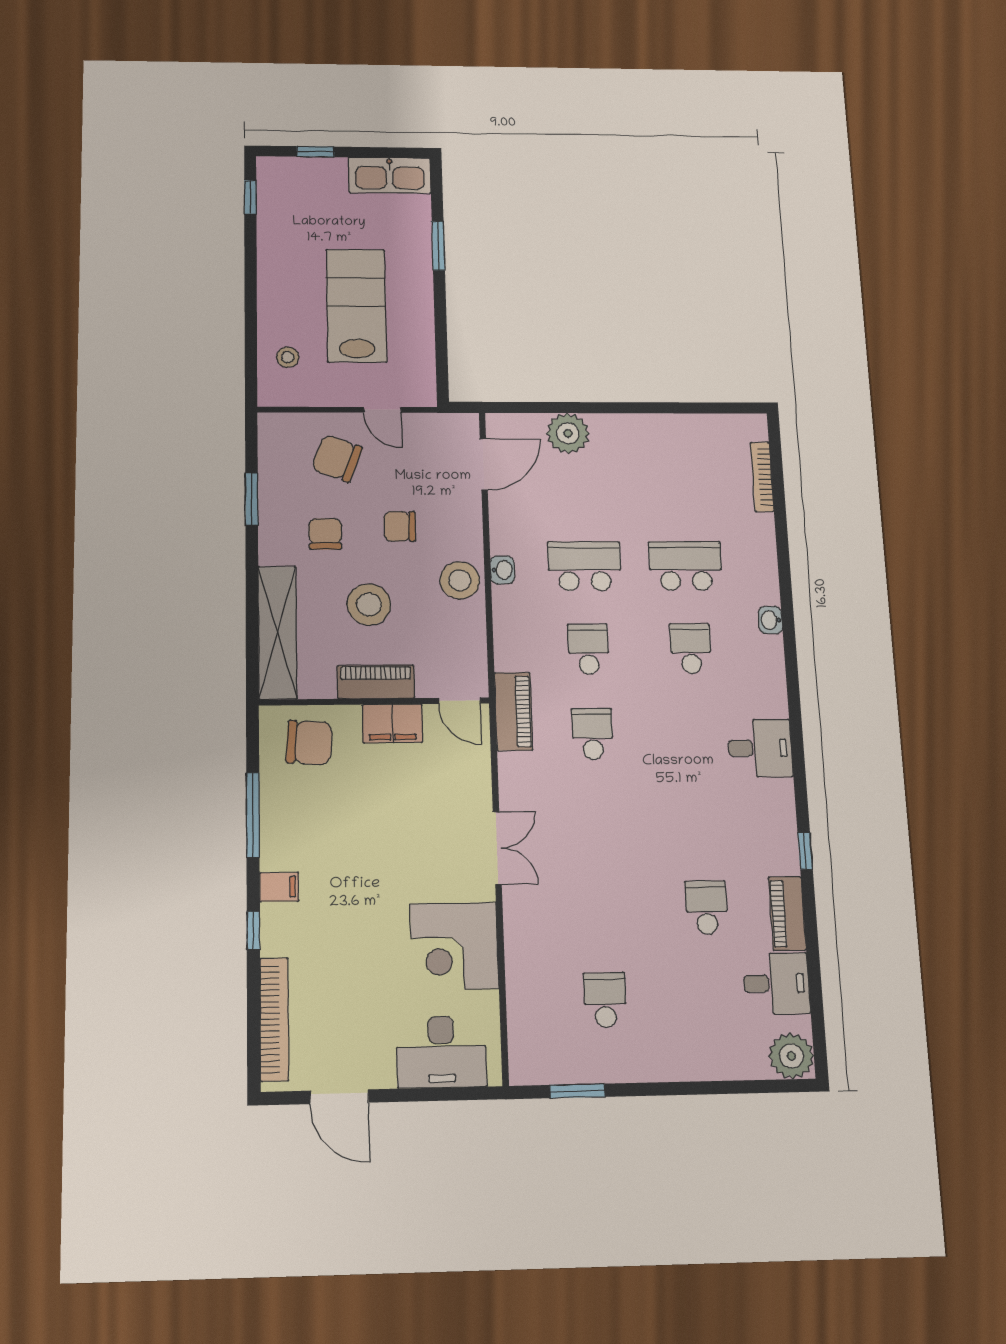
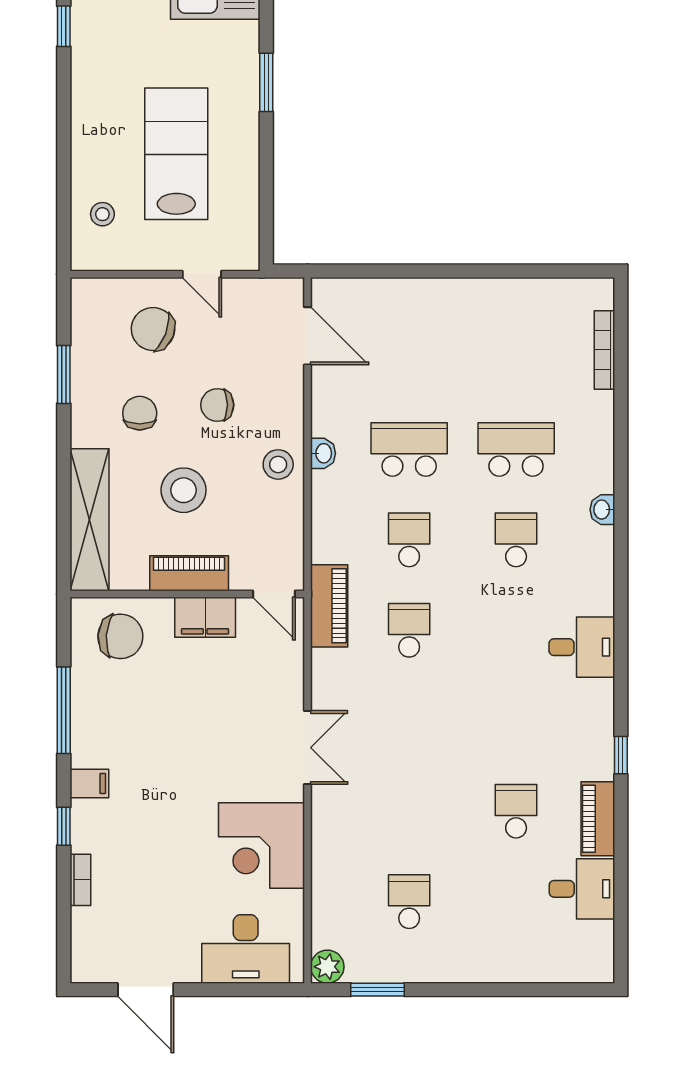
plant: (568, 433) -> (398, 300), removed
door: (484, 464) -> (307, 336), hinge flipped
stool: (460, 580) -> (278, 464), width x0.73, depth x0.73
bookcase: (274, 1019) -> (80, 880), width x0.43, depth x0.76
plant: (791, 1056) -> (327, 967), moved, width x0.73, depth x0.73

